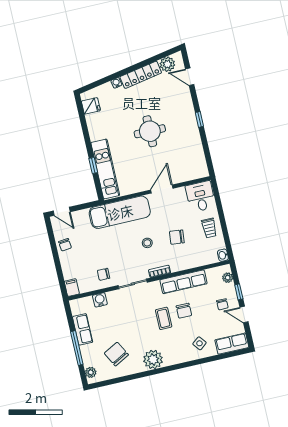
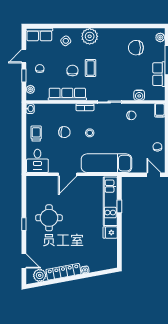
fridge: (91, 106) -> (110, 232), moved
round table: (150, 131) -> (49, 218), moved
door: (244, 314) -> (24, 56), swing flipped
chair: (116, 354) -> (136, 48), turned 118
plant: (153, 359) -> (90, 36), moved

